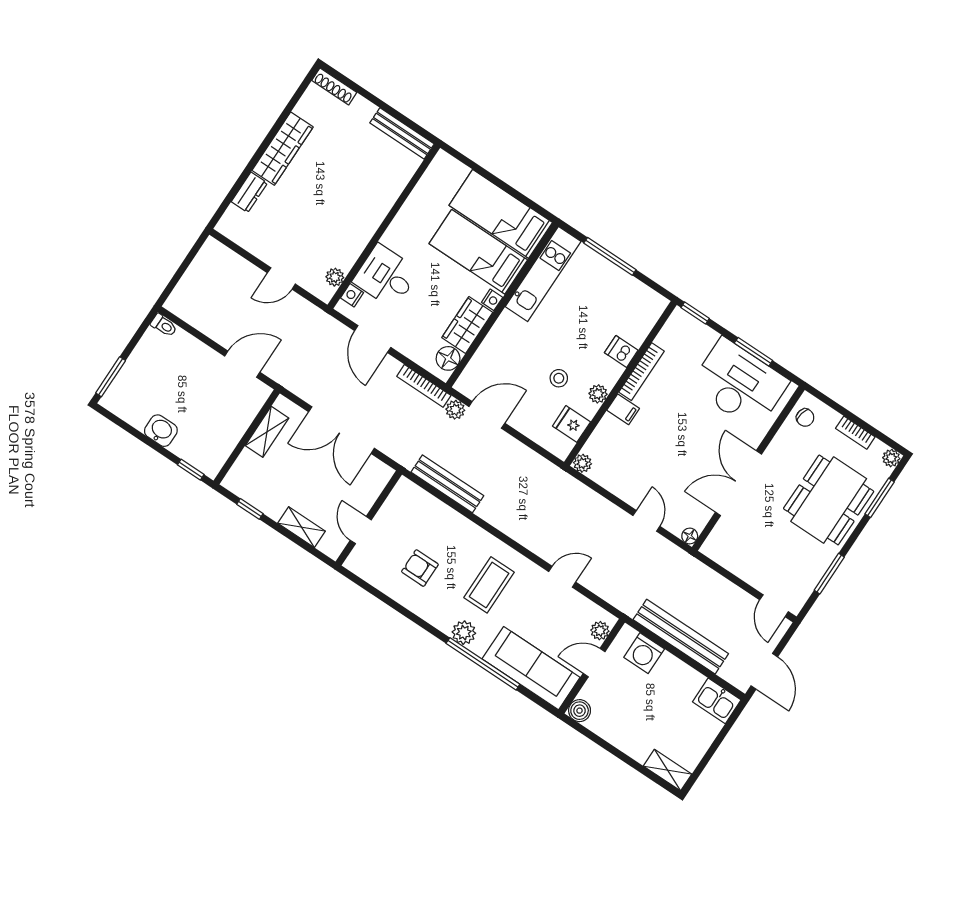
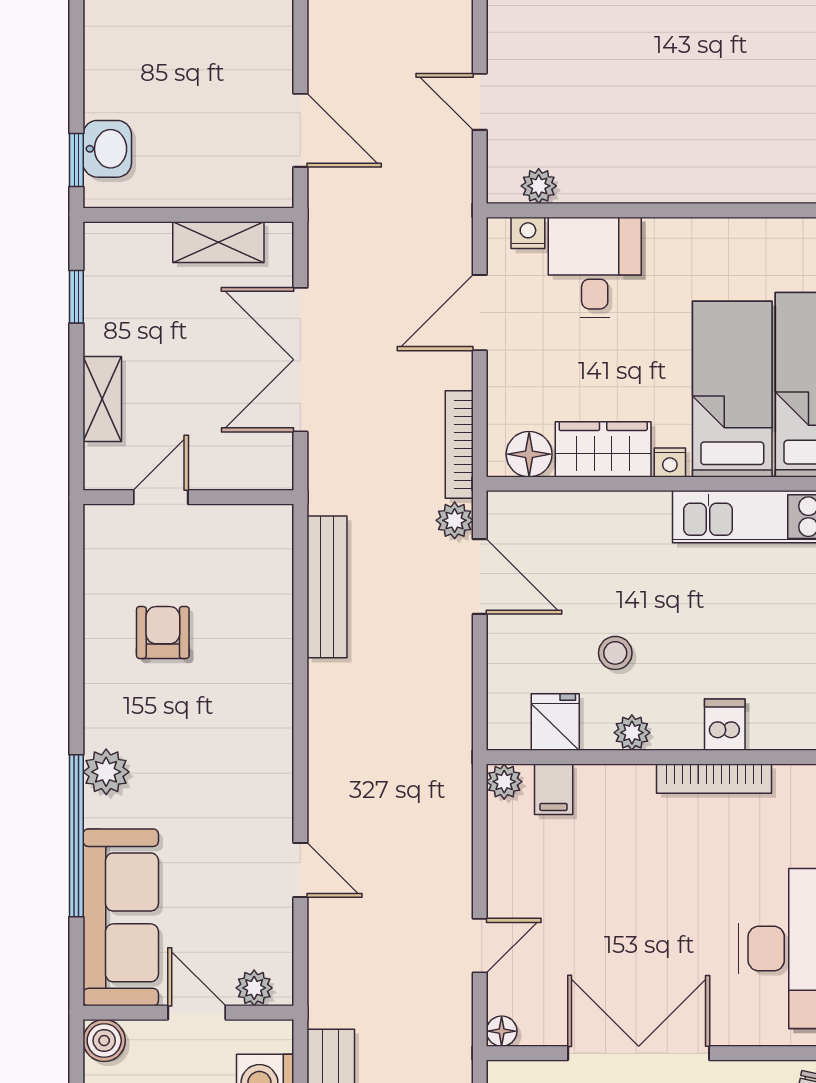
filing cabinet: (623, 409) -> (554, 789), moved
washbasin: (161, 431) -> (107, 149), moved
coffee table: (489, 585) -> (209, 761), removed

